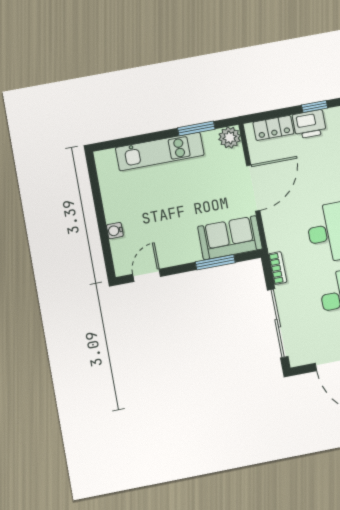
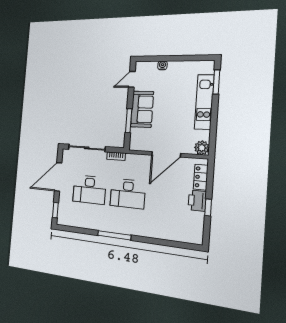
window: (196, 128) -> (216, 82), moved
door: (253, 188) -> (166, 154), hinge flipped
sofa: (230, 238) -> (142, 109), moved
door: (147, 275) -> (132, 79), swing flipped

